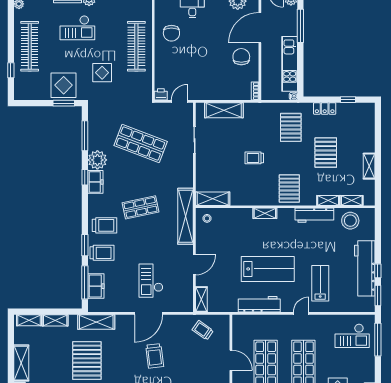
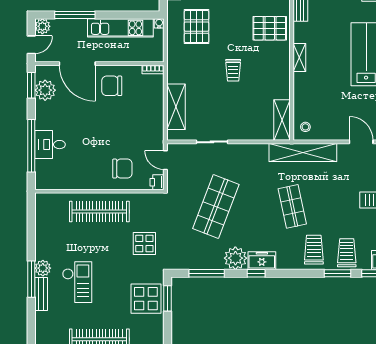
chair: (171, 33) -> (122, 169), moved
display table: (102, 73) -> (144, 244), moved
pallet: (291, 127) -> (197, 27), turned 90

